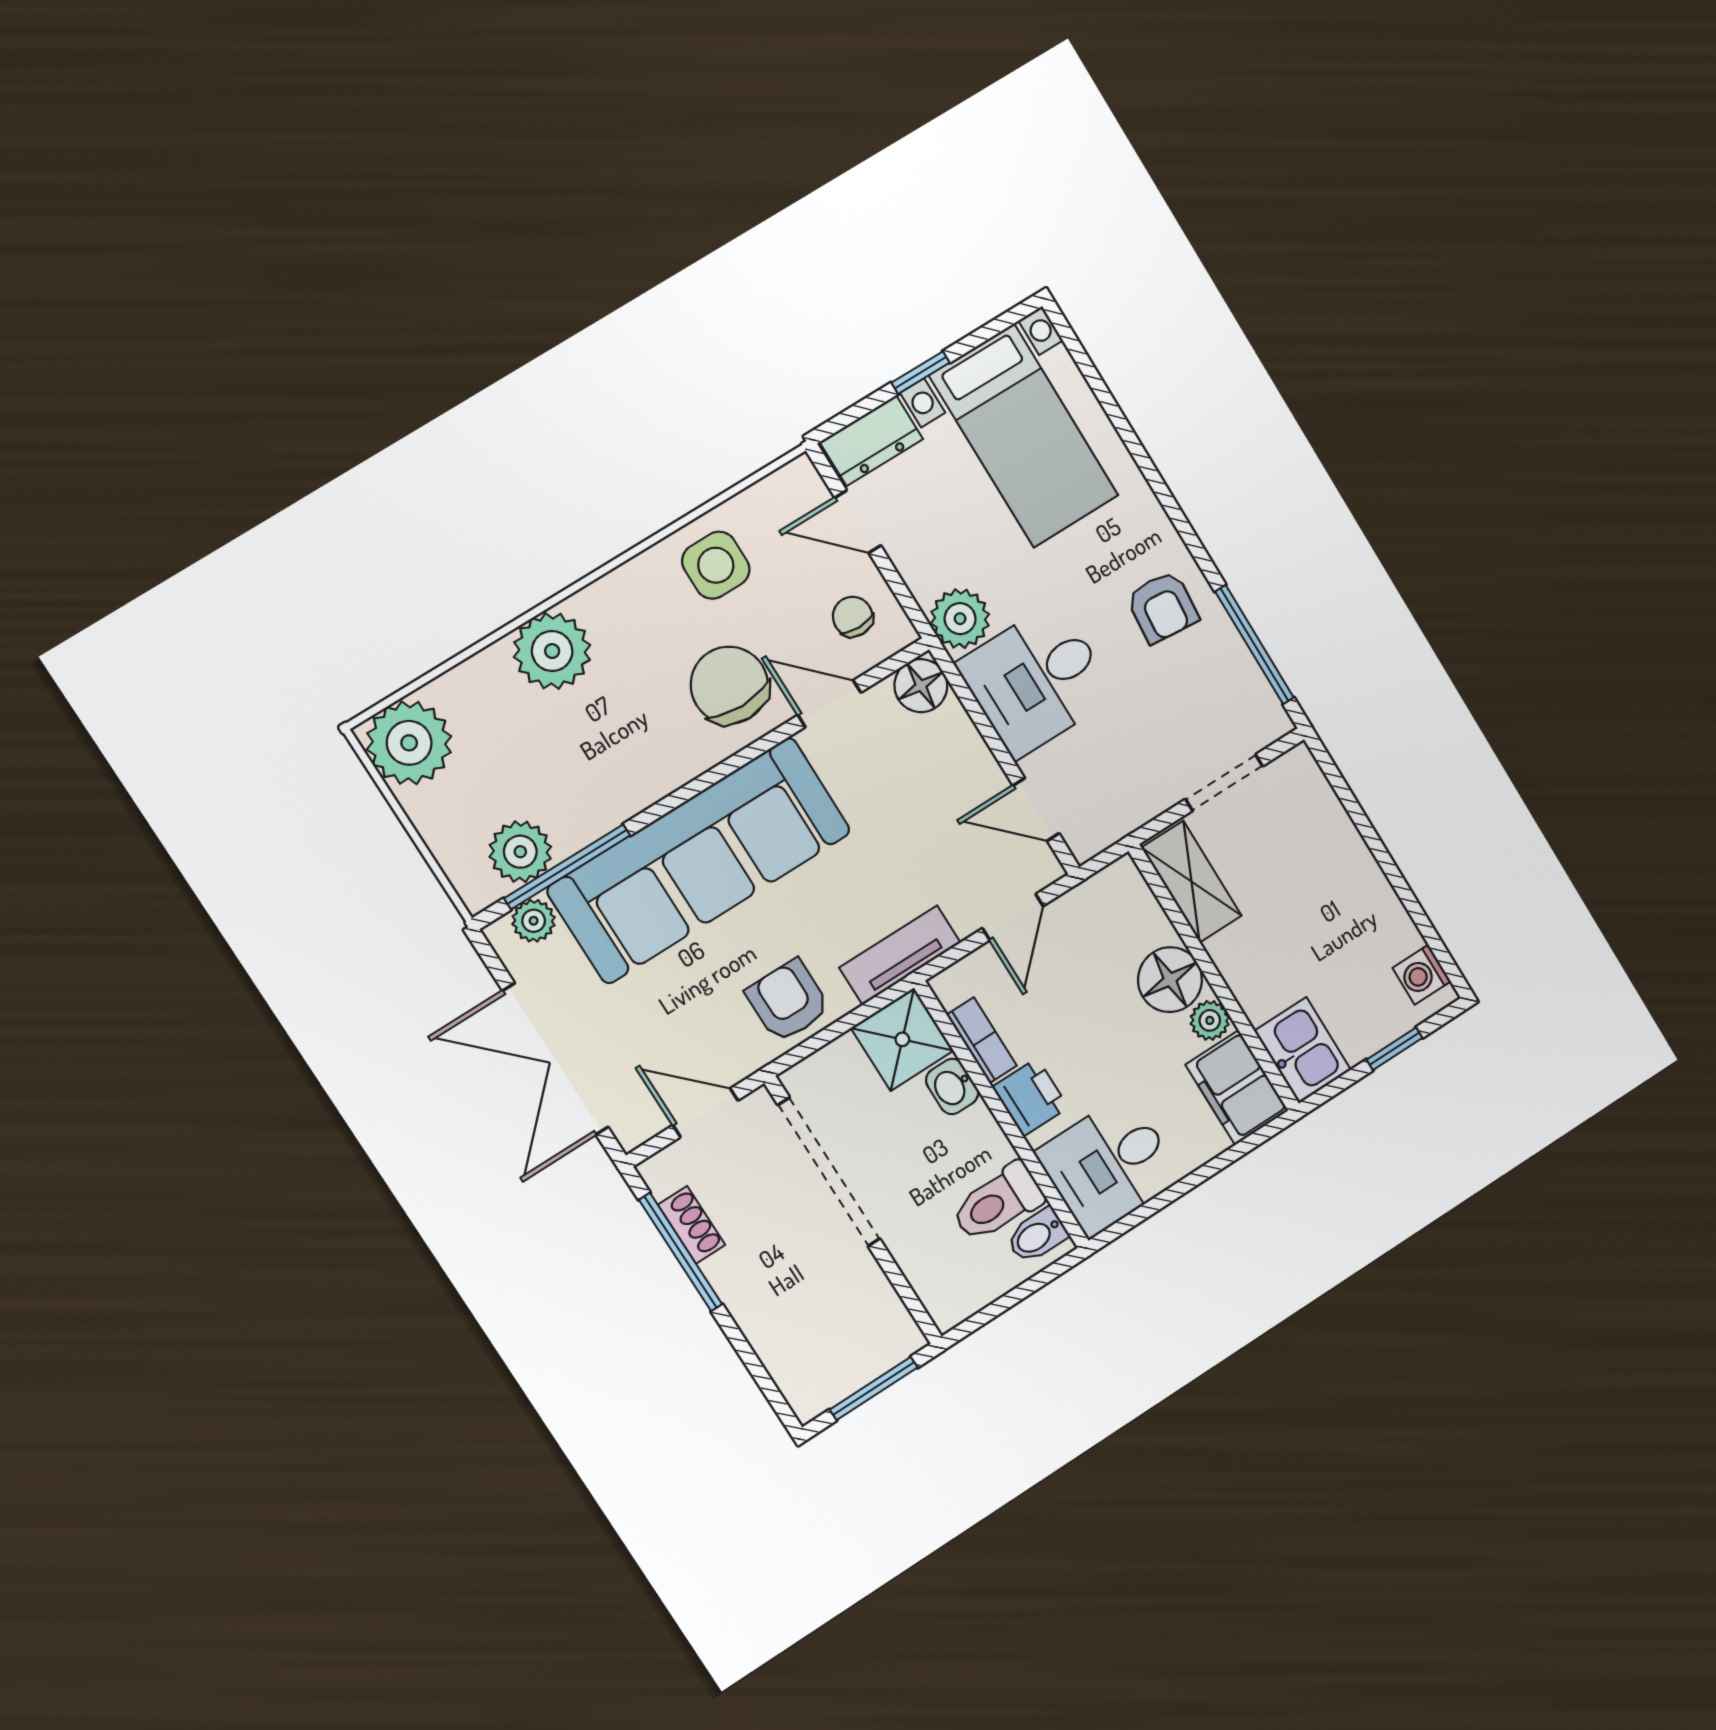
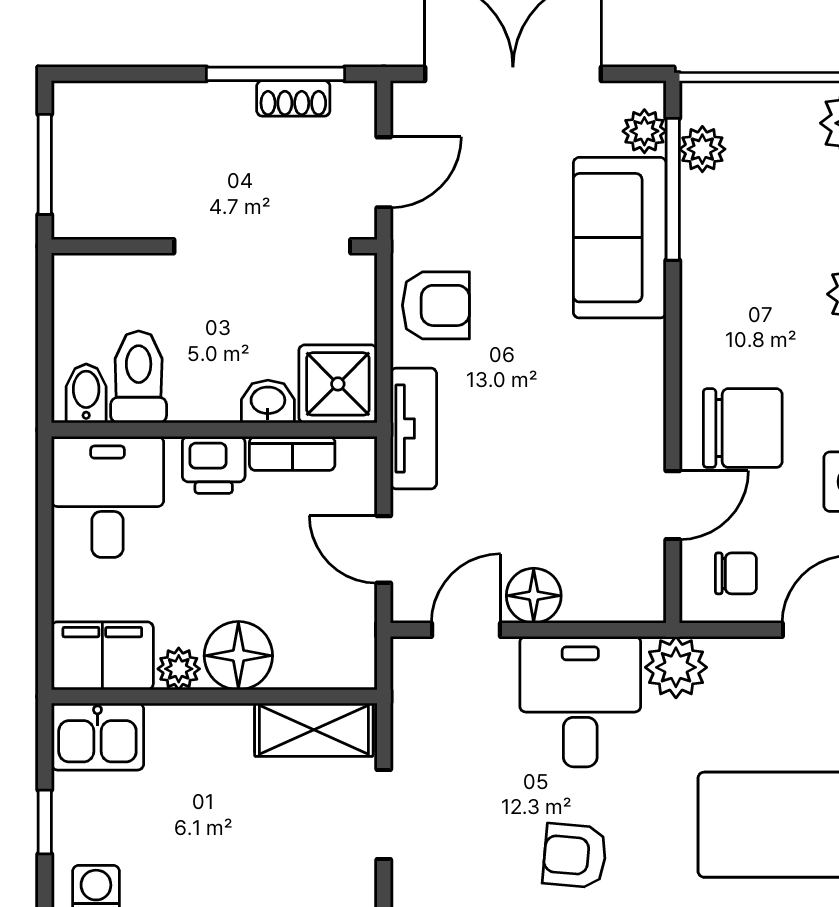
floor lamp: (921, 686) -> (534, 596), moved
plant: (520, 852) -> (702, 149), width x0.73, depth x0.73
sofa: (699, 860) -> (620, 238), width x0.54, depth x0.79

